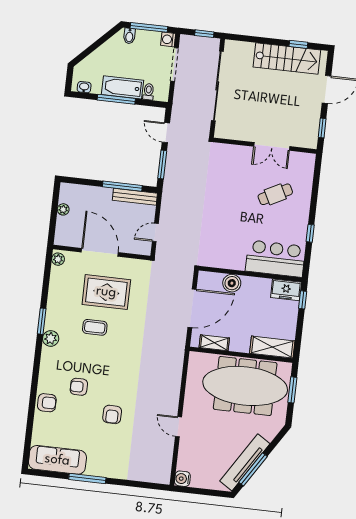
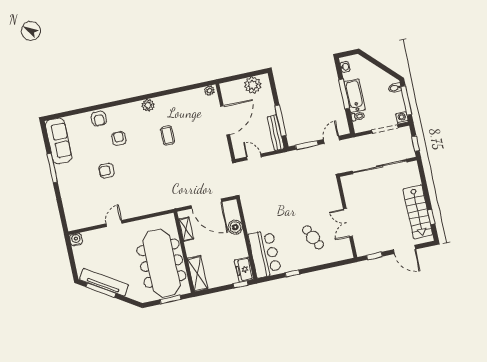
plant: (63, 209) -> (253, 85), width x1.88, depth x1.88
rug: (106, 292) -> (197, 135), removed
window: (42, 321) -> (159, 94), removed

